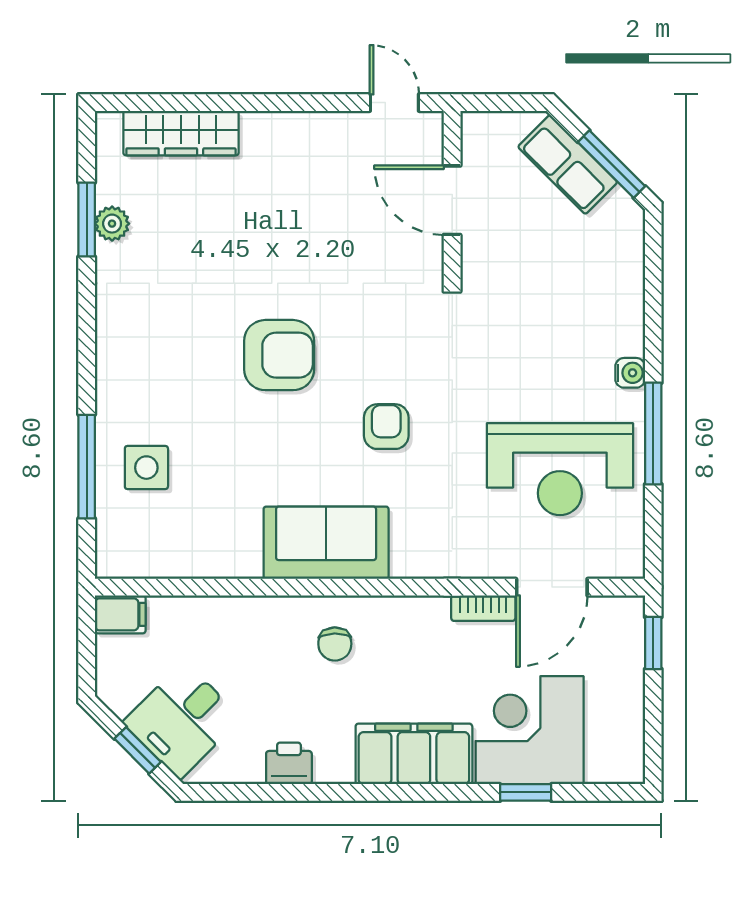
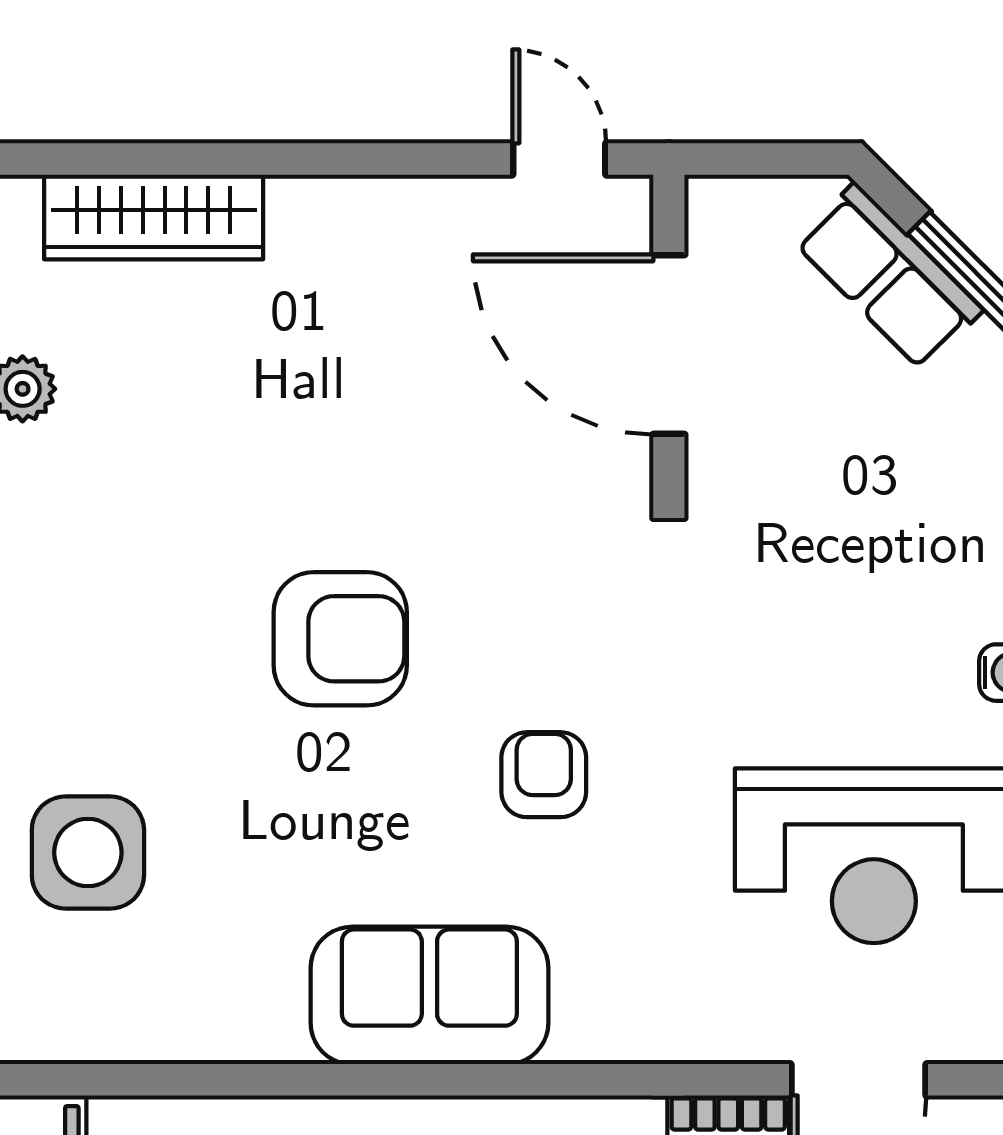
door: (452, 200) -> (669, 344), width x1.36
side table: (146, 468) -> (88, 853), width x1.37, depth x1.37

